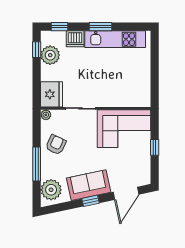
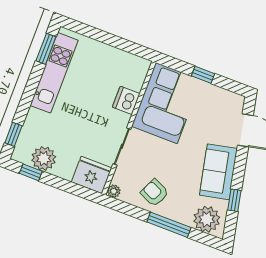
window: (100, 27) -> (46, 49), moved
dishwasher: (75, 39) -> (126, 100), moved, turned 180
window: (90, 201) -> (234, 200), moved

